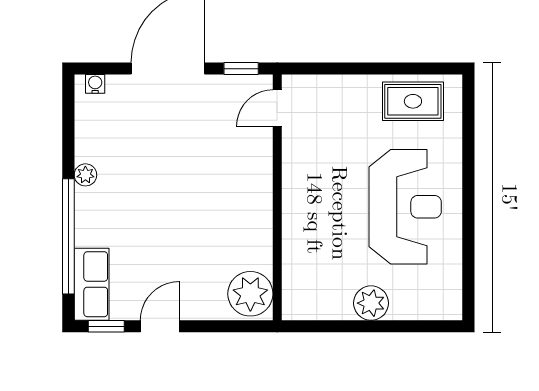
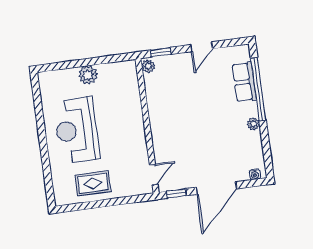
rug: (413, 101) -> (93, 183), moved
row of seats: (92, 284) -> (244, 82), moved
plant: (250, 294) -> (148, 66), width x0.53, depth x0.53
window: (106, 326) -> (161, 52), moved

